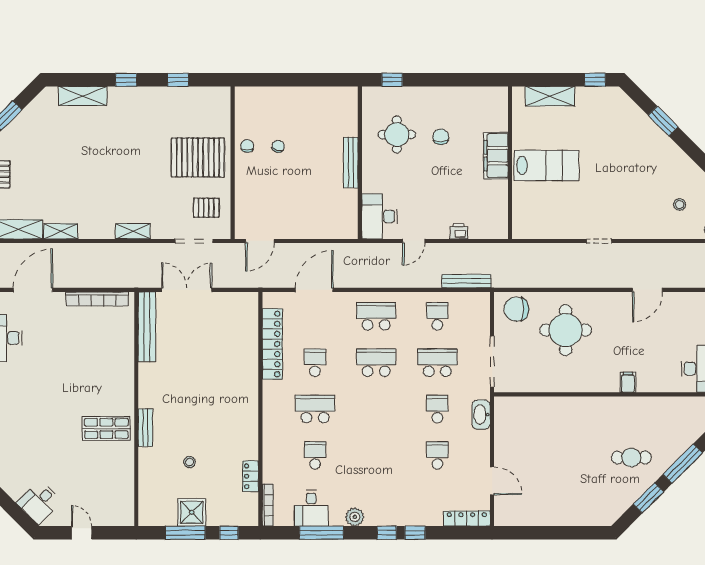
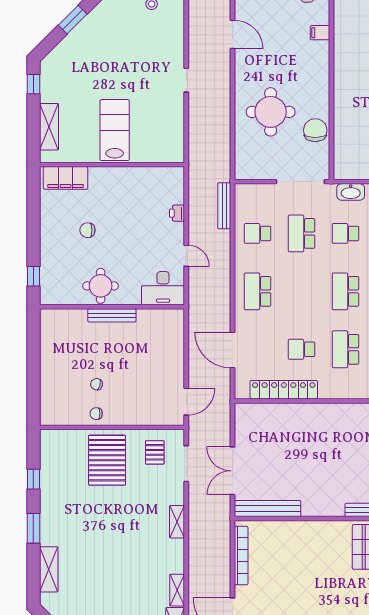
window: (126, 80) -> (33, 528), width x1.50
round table: (397, 135) -> (101, 286), moved
filing cabinet: (496, 156) -> (66, 178), moved
door: (260, 241) -> (186, 402), hinge flipped
chair: (516, 309) -> (315, 130), moved, turned 180
school desk: (376, 363) -> (345, 291), moved
filing cabinet: (628, 382) -> (320, 33), moved

